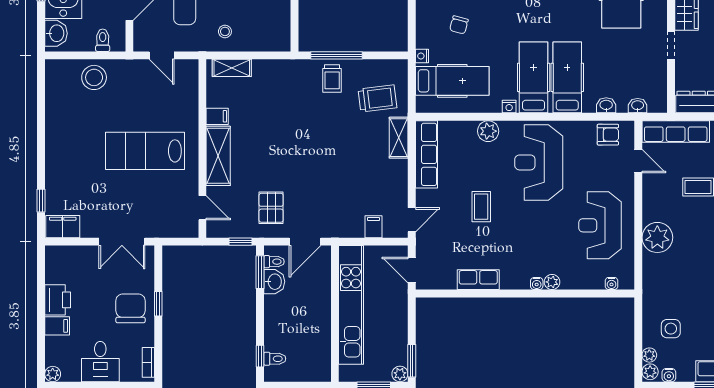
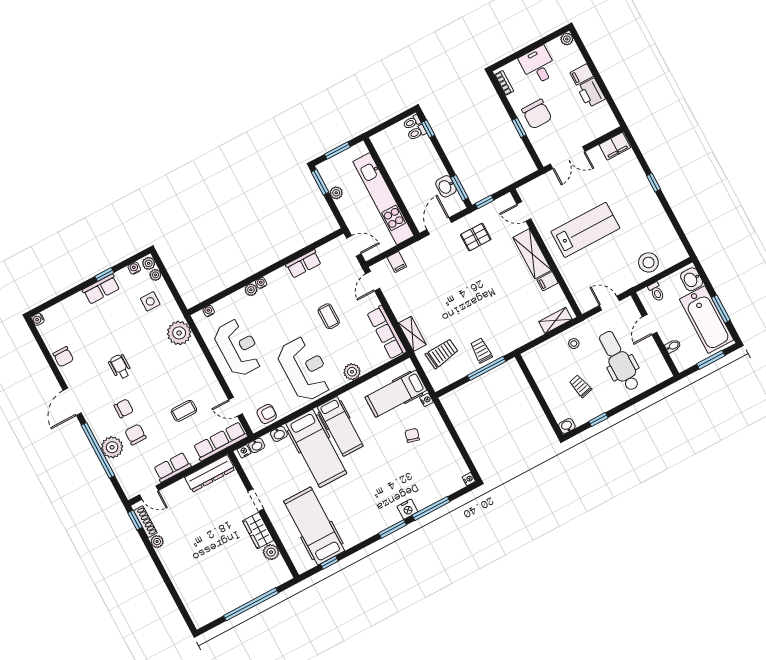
hospital bed: (567, 77) -> (316, 448), width x1.37, depth x1.29
trolley: (377, 98) -> (442, 353), turned 180
nightstand: (509, 107) -> (244, 451), moved
armchair: (608, 135) -> (267, 414), turned 180
window: (41, 201) -> (654, 182), moved
pallet: (271, 208) -> (476, 237), turned 90
plant: (657, 237) -> (179, 333), moved
double door: (122, 242) -> (568, 158), swing flipped
toilet: (274, 262) -> (412, 122), moved
plant: (400, 374) -> (336, 193), moved

